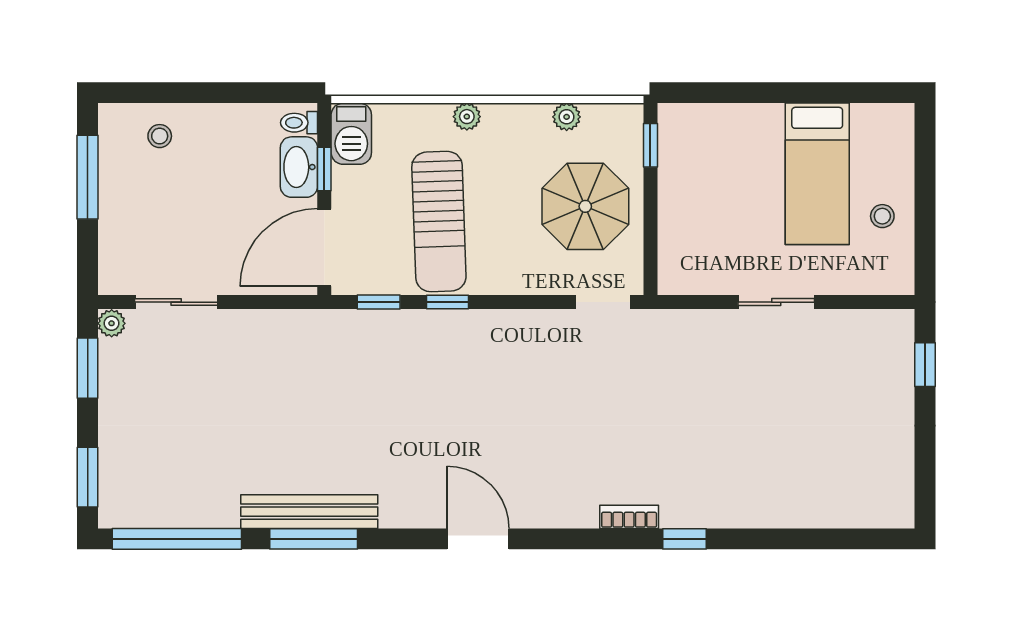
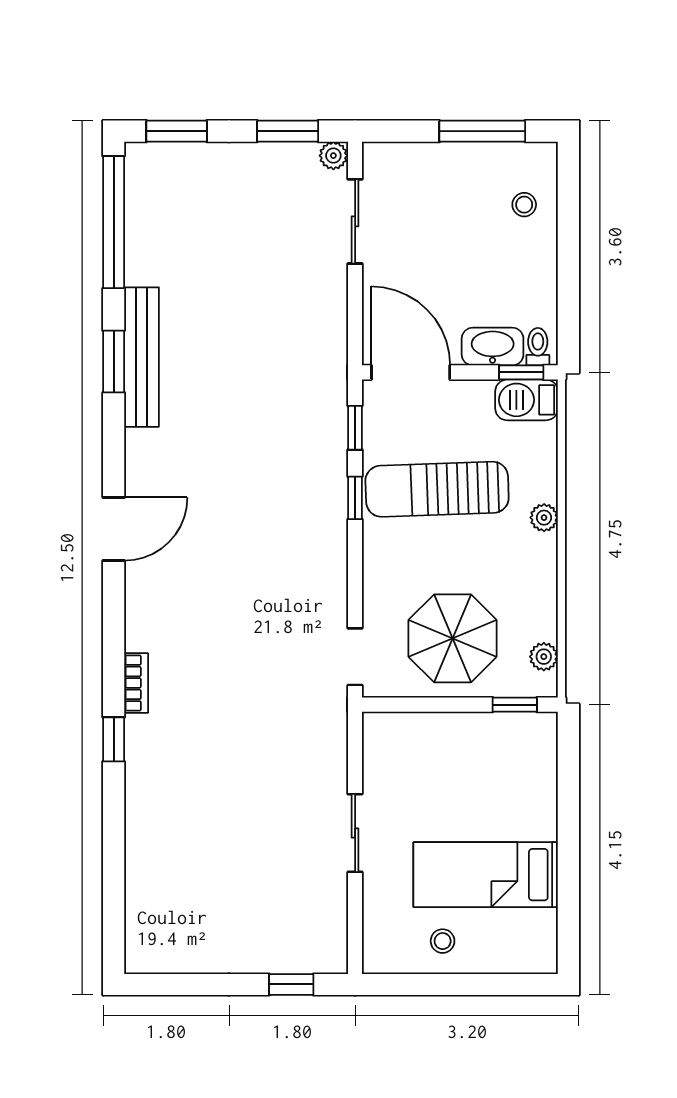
plant: (567, 117) -> (544, 657), moved
window: (324, 169) -> (521, 372), moved
window: (314, 539) -> (114, 362), width x0.69

